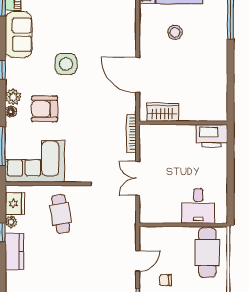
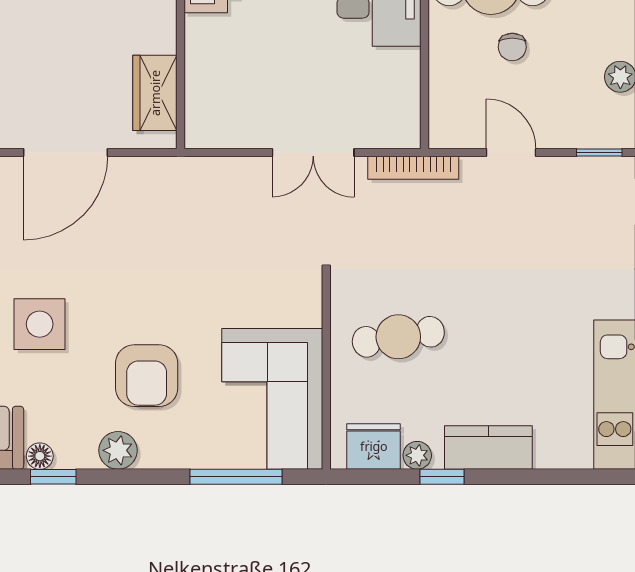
floor lamp: (11, 112) -> (40, 456), moved
bookcase: (131, 134) -> (413, 168), moved
chair: (165, 280) -> (512, 47), moved

